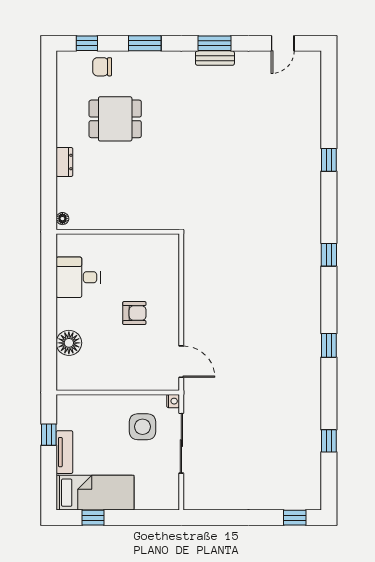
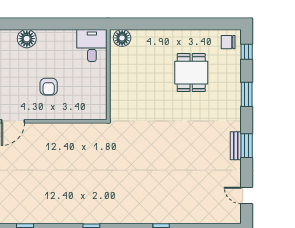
chair: (102, 67) -> (228, 42), moved, turned -90
dresser: (64, 162) -> (159, 35), removed
floor lamp: (62, 219) -> (122, 38), width x1.89, depth x1.89
desk: (78, 277) -> (92, 45), moved

